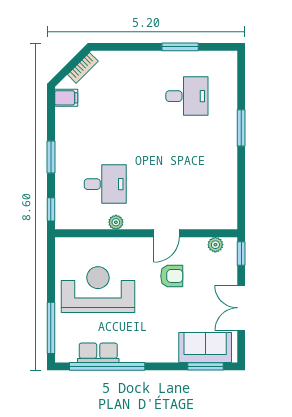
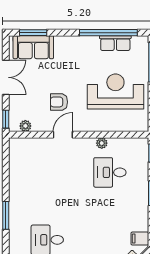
reception desk: (98, 290) -> (115, 92), turned 180

